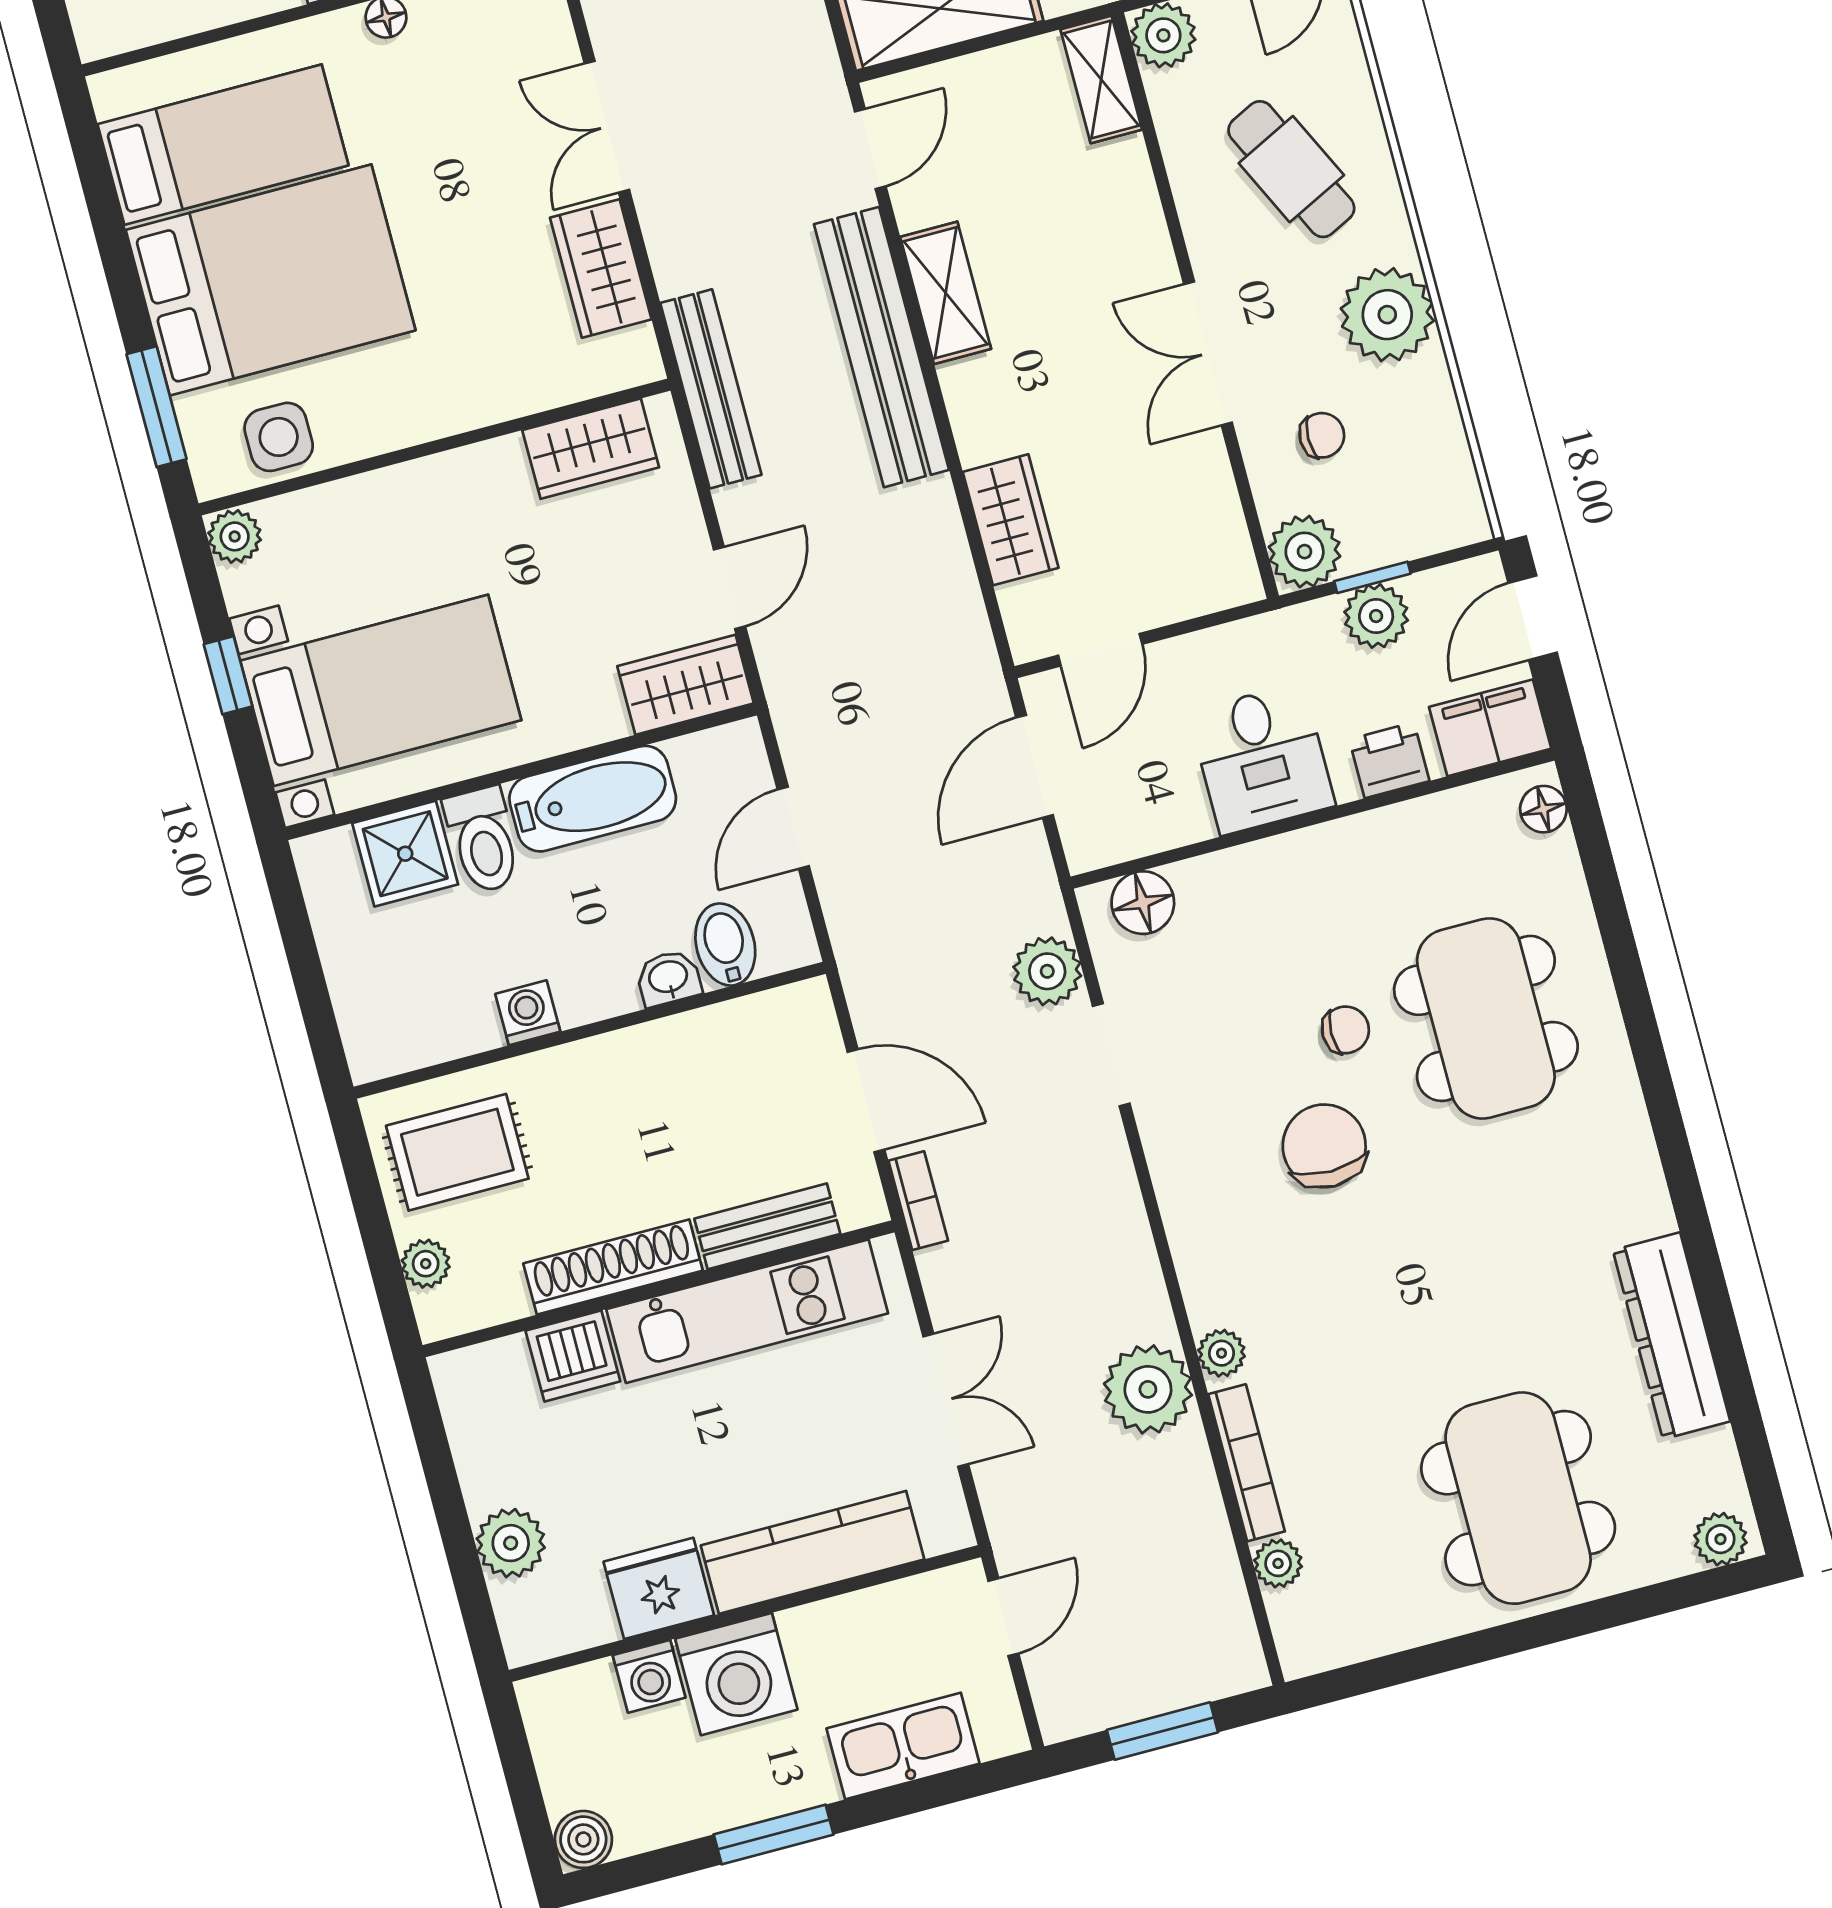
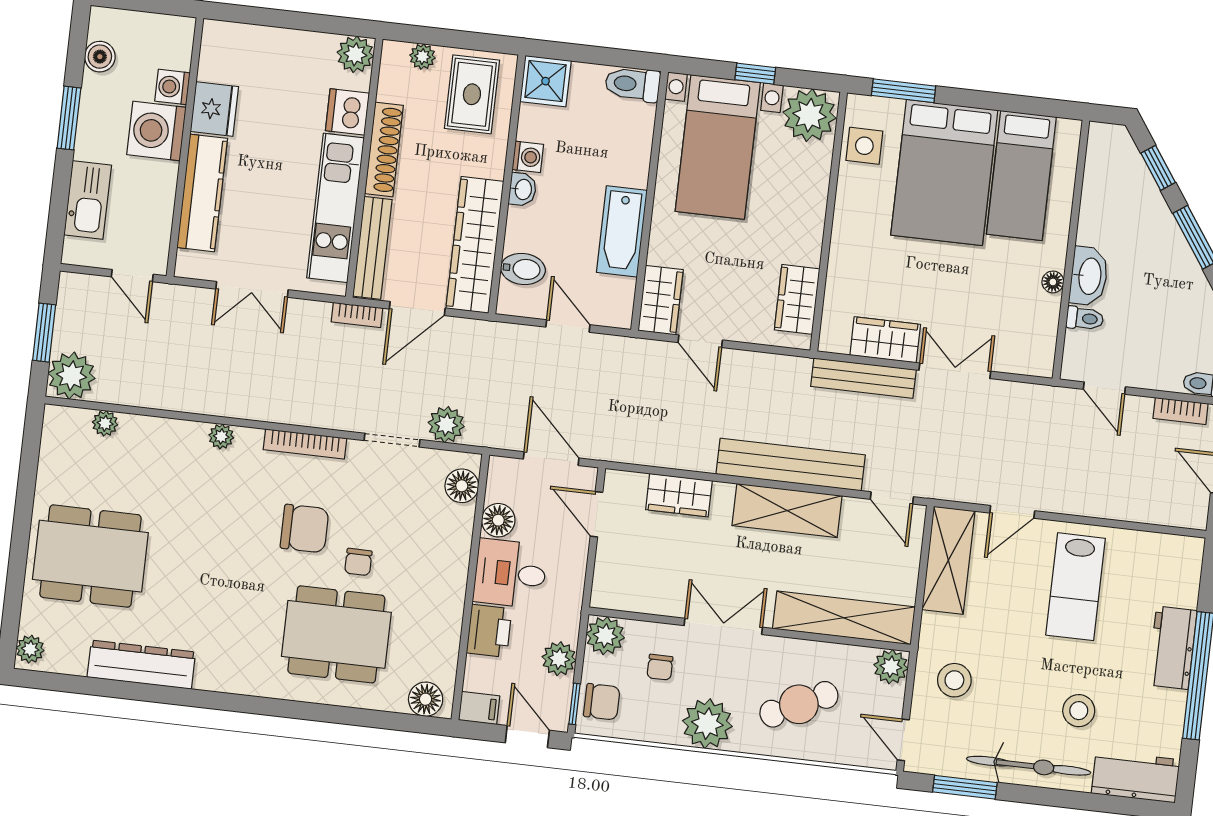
shelving: (1101, 80) -> (844, 618), width x2.20, depth x1.33
shelving: (946, 293) -> (787, 511), width x1.50, depth x1.33
bench: (711, 389) -> (863, 378), moved
chair: (1421, 513) -> (602, 702), added
plant: (235, 536) -> (810, 115), width x1.88, depth x1.88
window: (1372, 577) -> (575, 704), moved
filing cabinet: (1490, 728) -> (479, 708), width x0.50
printer: (1389, 760) -> (489, 631), width x1.36, depth x1.24
floor lamp: (1543, 809) -> (426, 699), width x1.37, depth x1.37
floor lamp: (1177, 816) -> (498, 520), added
toilet: (483, 840) -> (633, 84), moved
shower: (405, 854) -> (546, 81), moved
washbasin: (668, 978) -> (523, 189), moved
wardrobe: (716, 1044) -> (475, 245), added
bench: (767, 1226) -> (372, 248), width x1.36
plant: (1148, 1389) -> (72, 376), moved
bookcase: (1247, 1463) -> (305, 444), moved
plant: (511, 1543) -> (355, 54), moved
boiler: (583, 1839) -> (100, 57), moved

